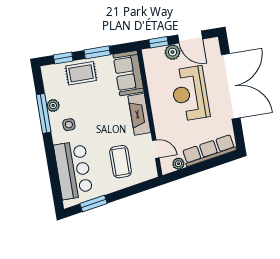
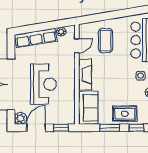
door: (190, 37) -> (36, 128), hinge flipped
plant: (172, 52) -> (20, 118), moved
door: (156, 149) -> (77, 46), swing flipped
window: (93, 204) -> (132, 12), removed

